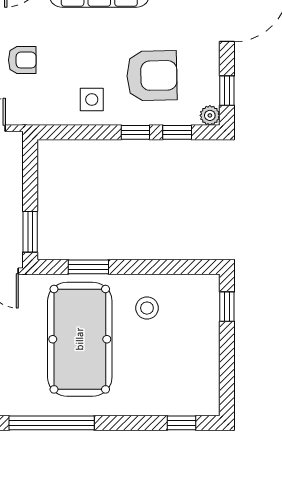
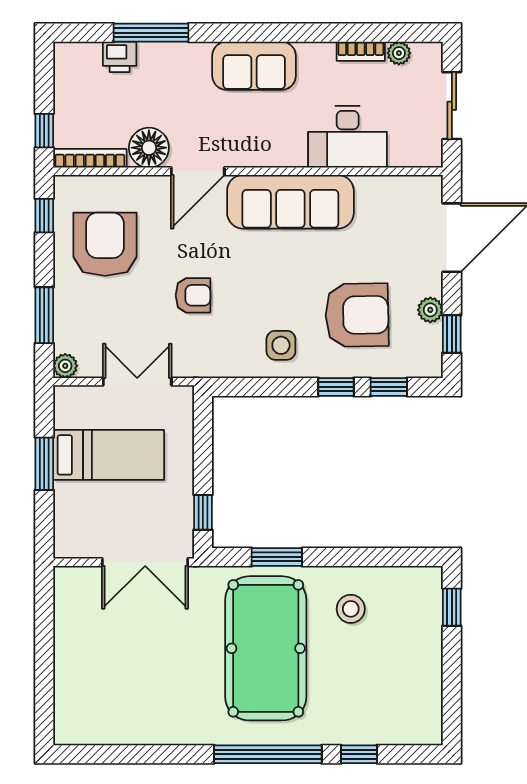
plant: (210, 115) -> (430, 310), moved
window: (30, 232) -> (203, 512), width x0.67
window: (52, 423) -> (268, 754), moved
window: (182, 423) -> (359, 754), moved

